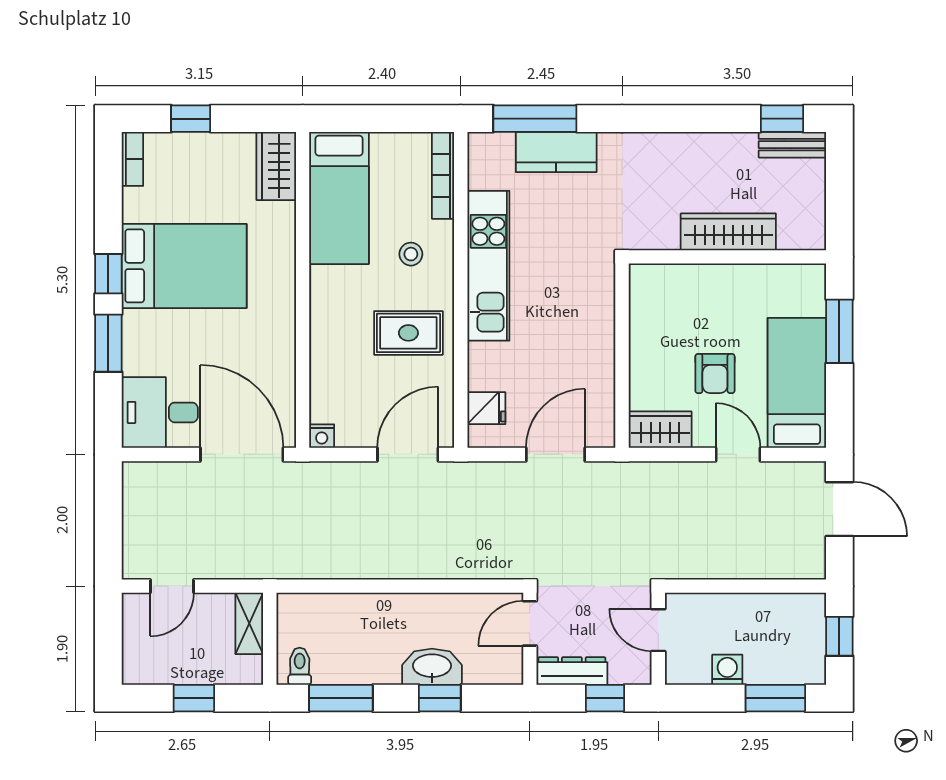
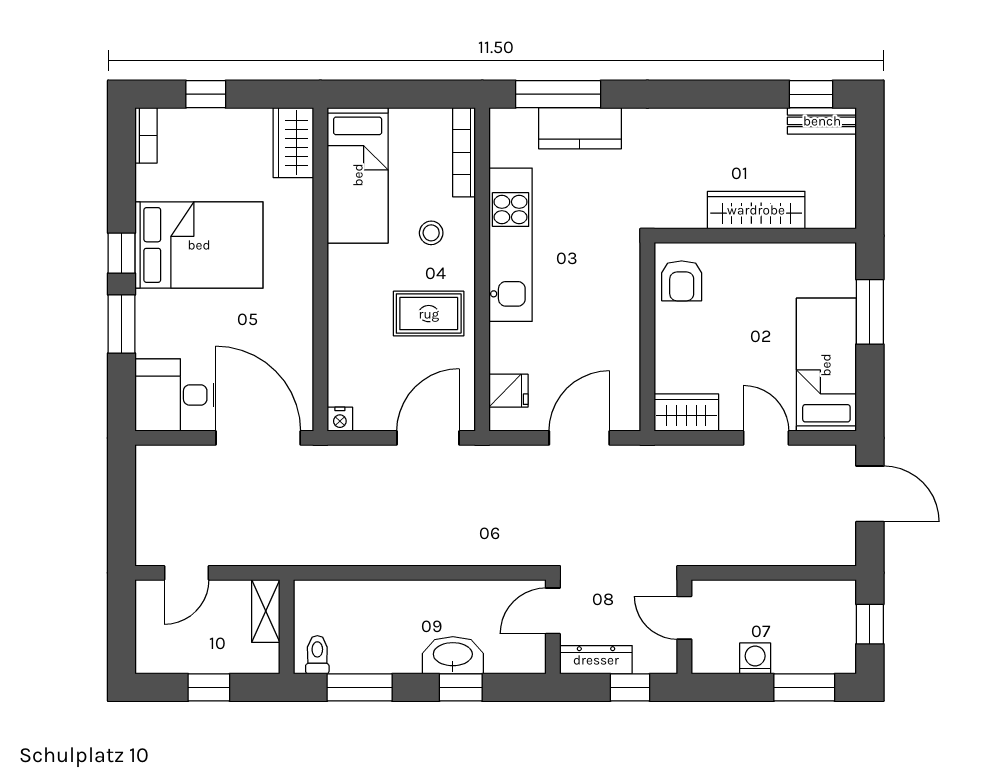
armchair: (715, 374) -> (682, 281), moved

